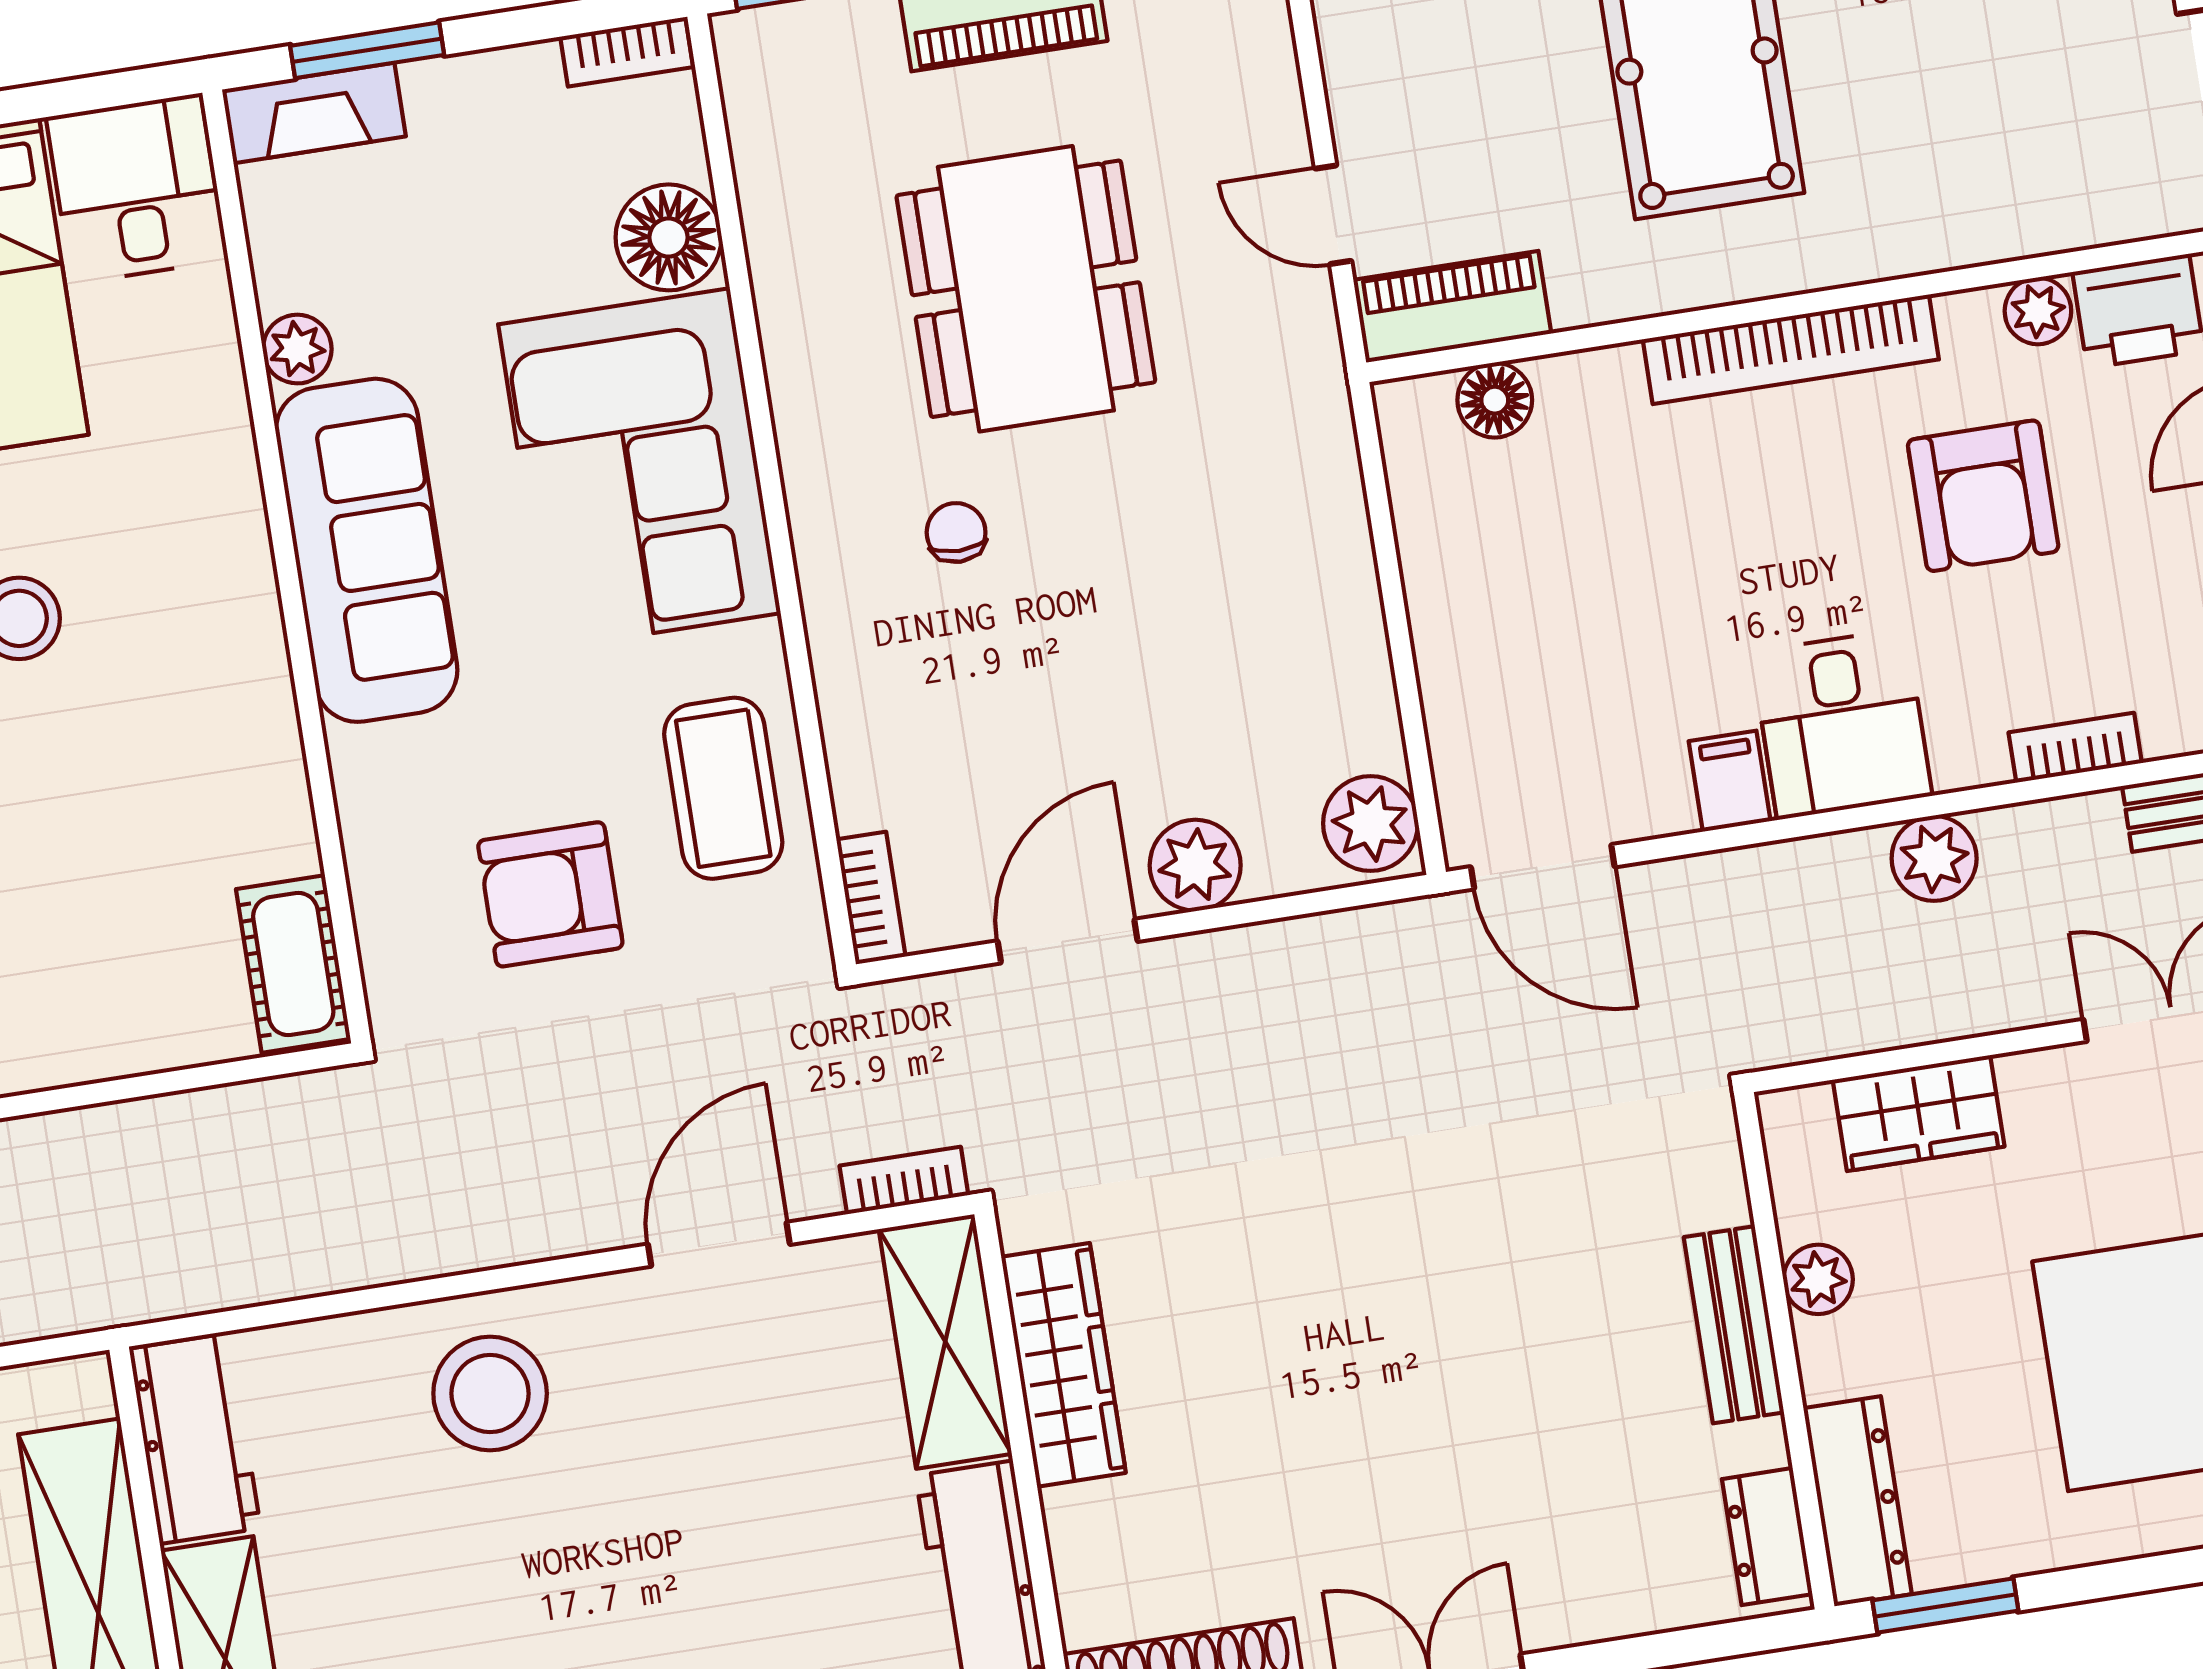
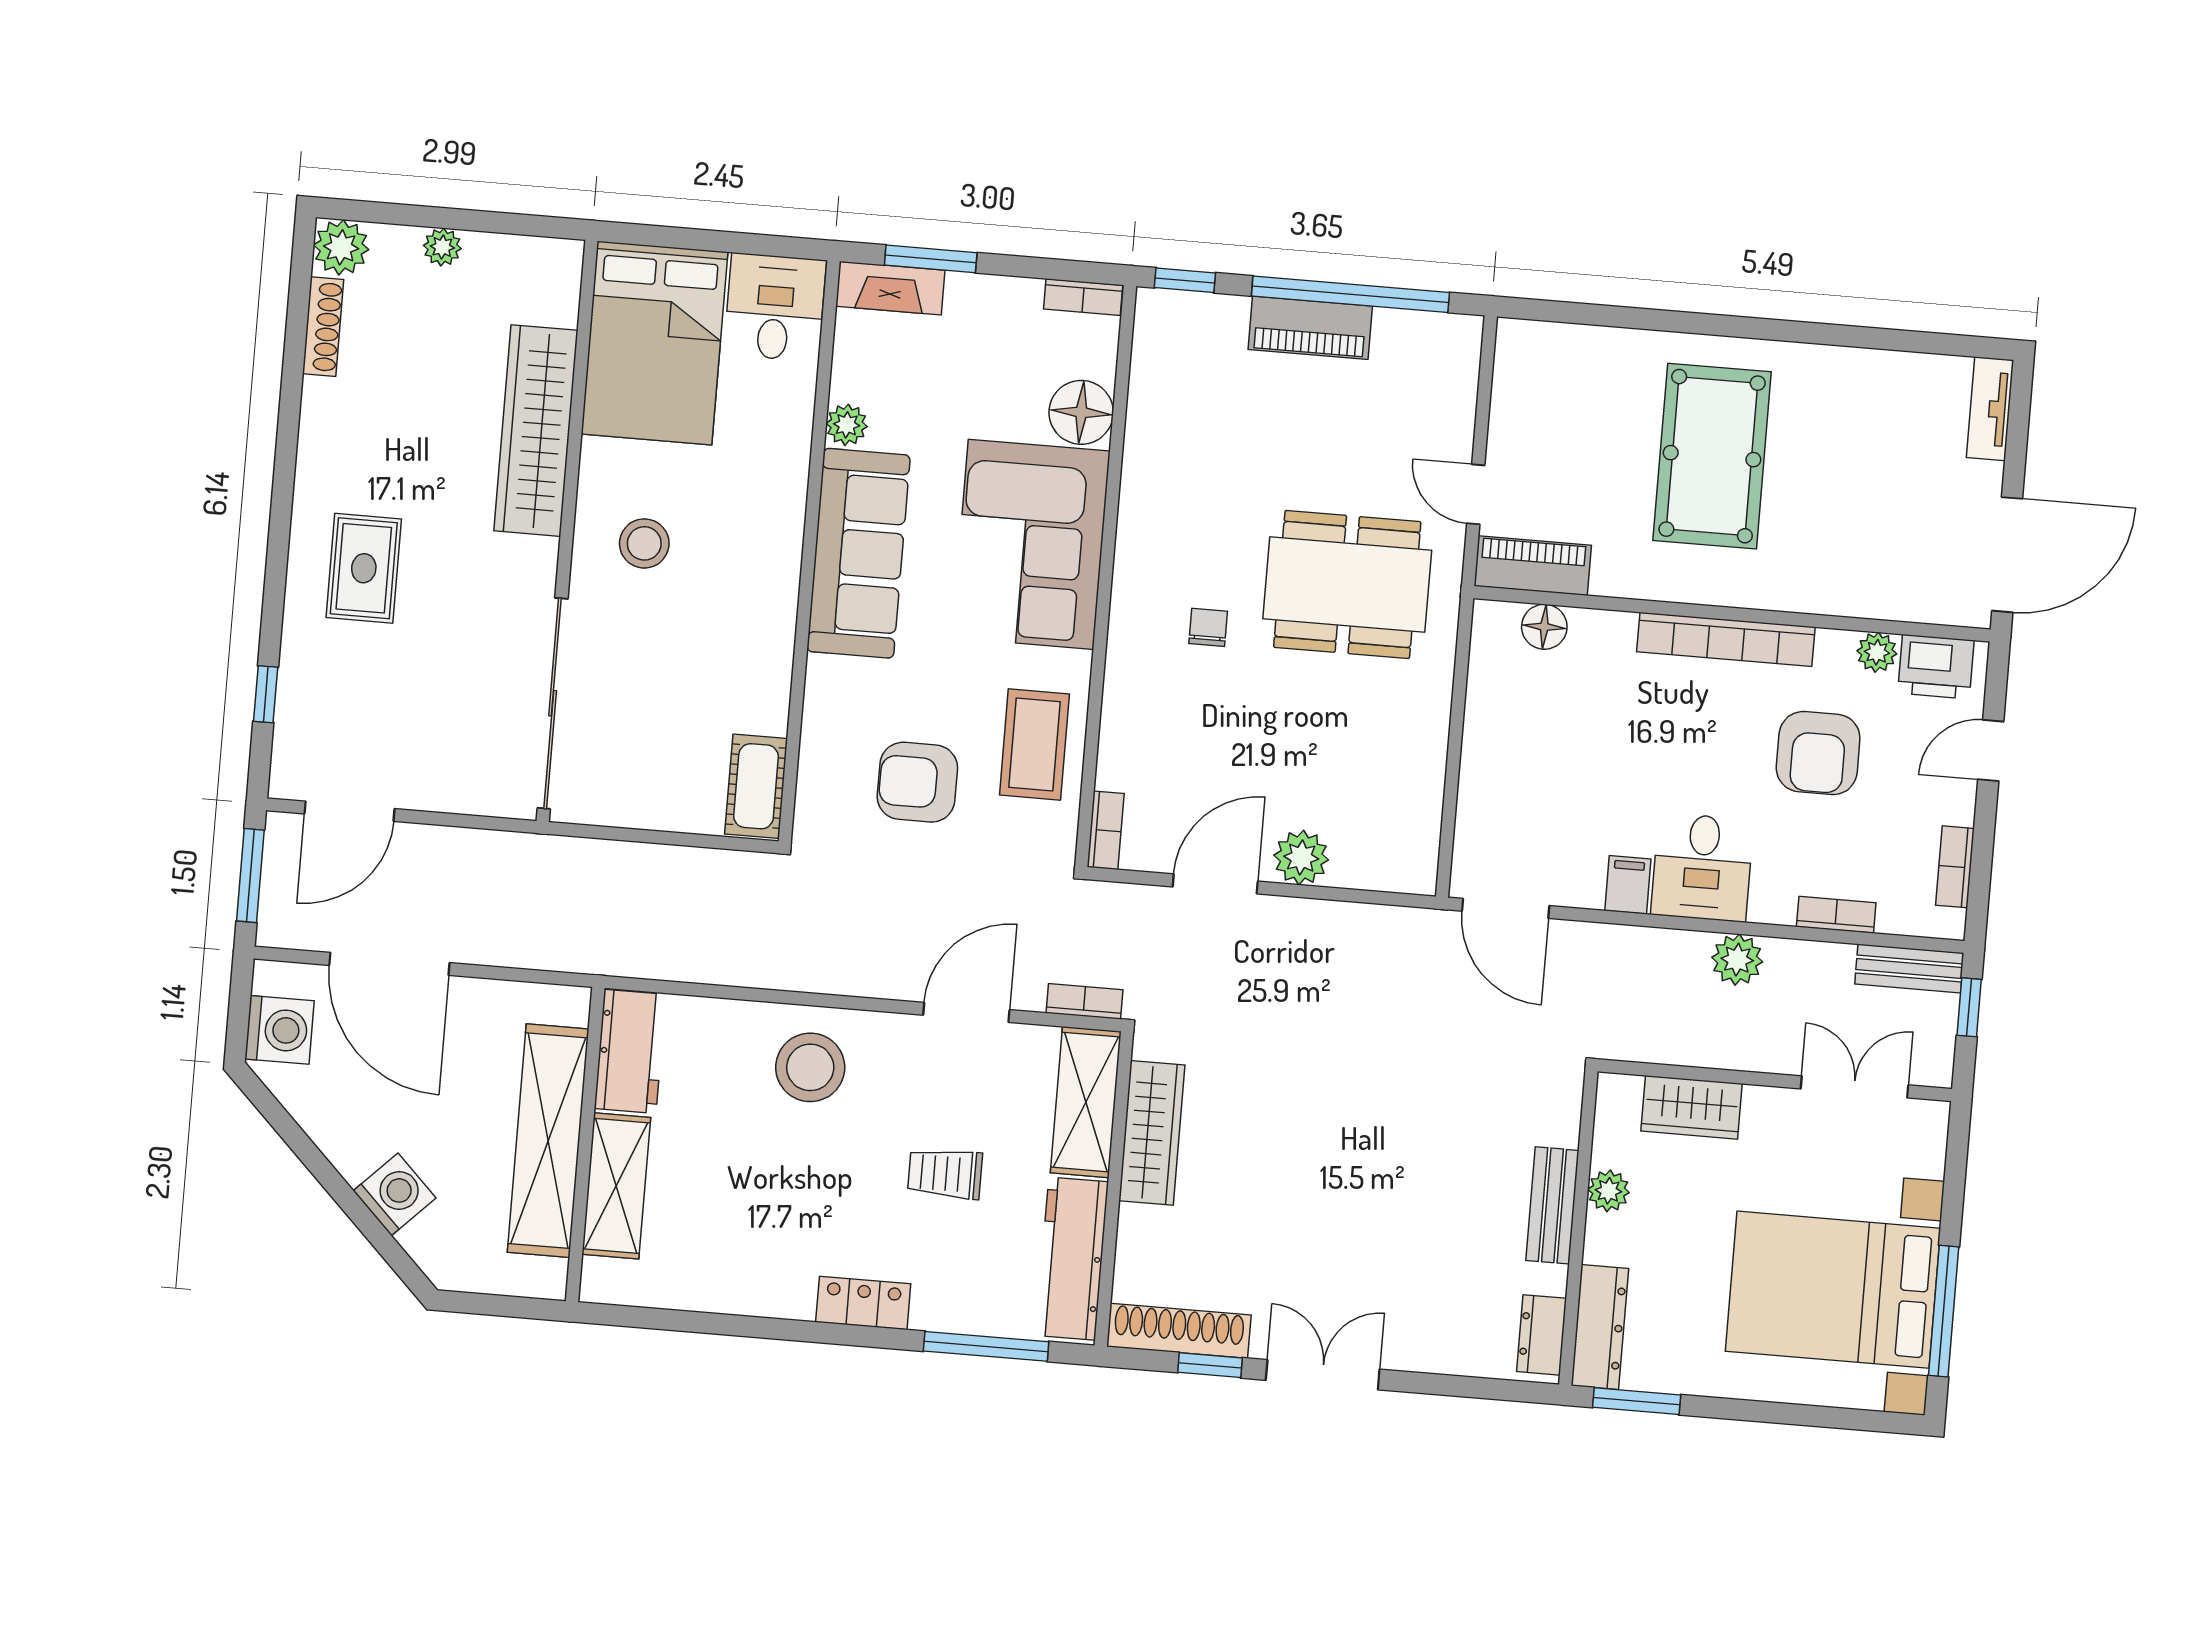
dining table: (1026, 289) -> (1347, 584), moved, turned 90
plant: (1370, 823) -> (1410, 858), removed
trolley: (748, 1511) -> (945, 1174), added

